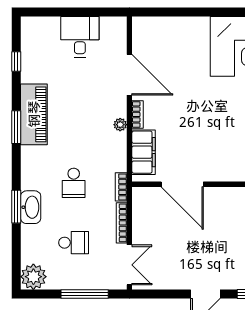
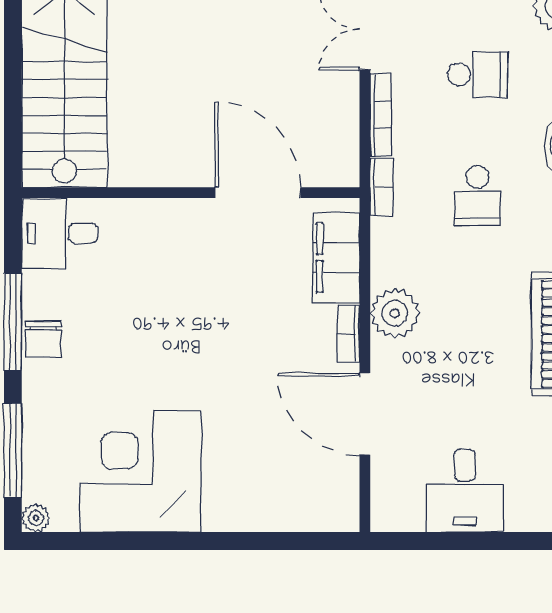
plant: (120, 125) -> (395, 313), width x1.87, depth x1.87
school desk: (74, 183) -> (477, 195), turned 180
school desk: (74, 243) -> (477, 75), turned 180

